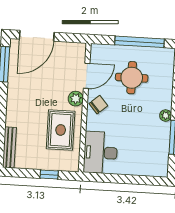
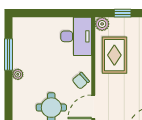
plant: (76, 99) -> (102, 24), moved

